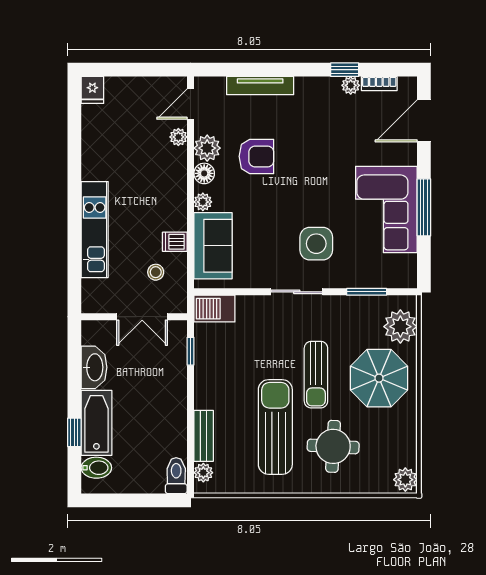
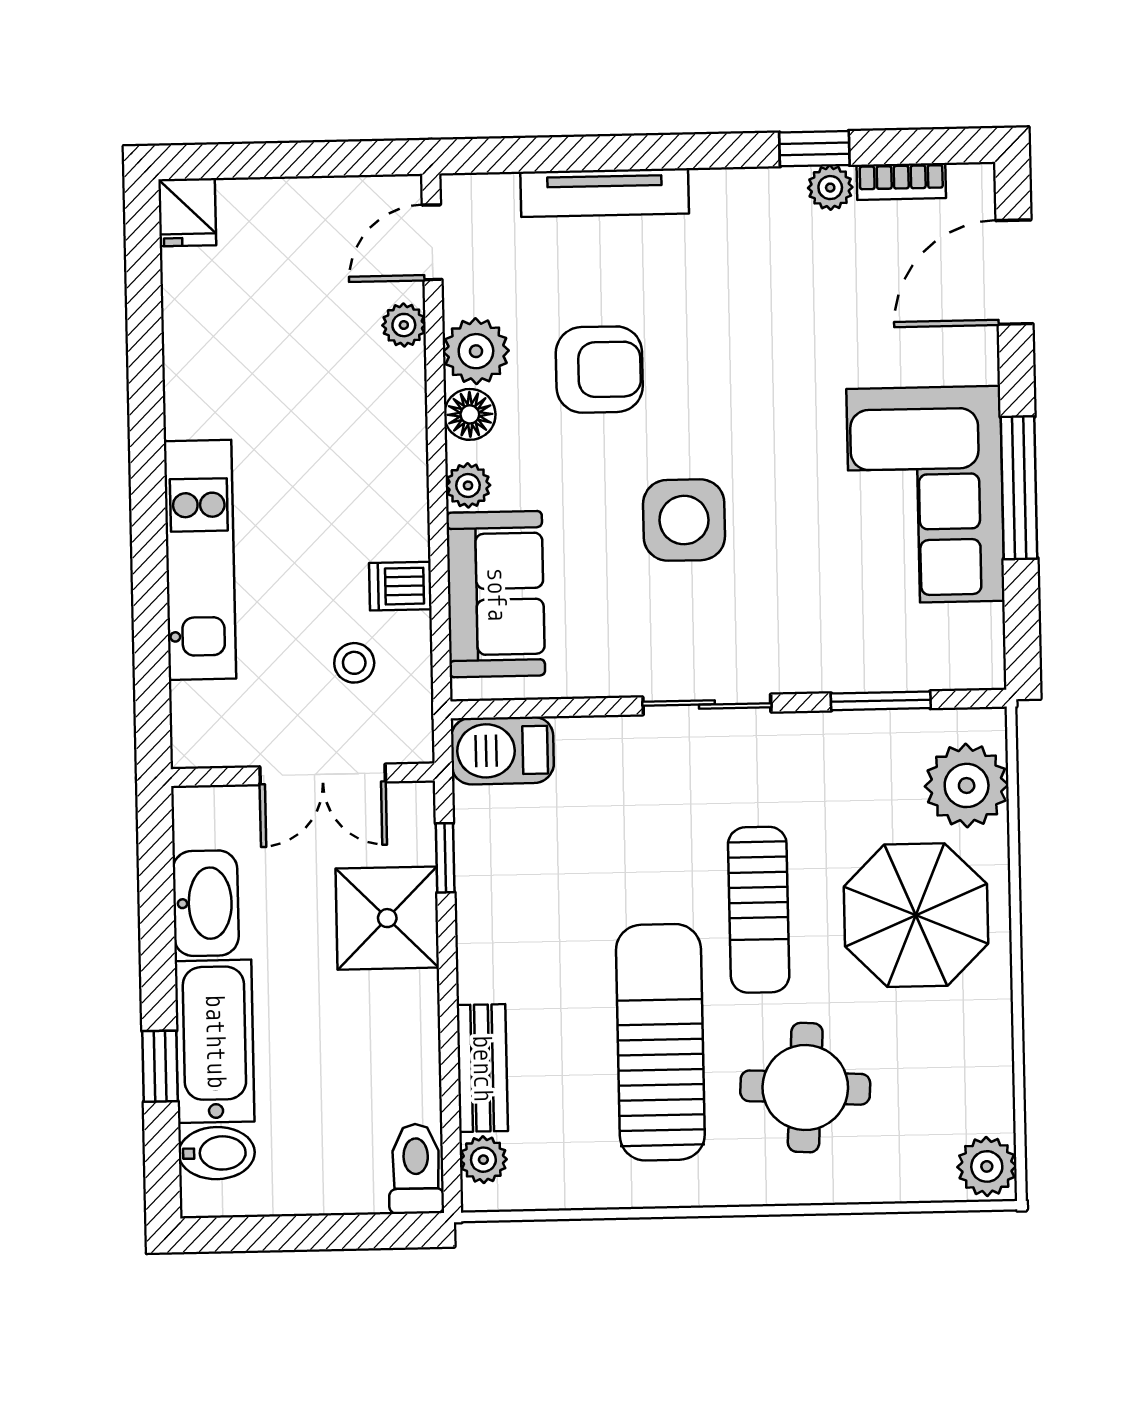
side table: (316, 244) -> (684, 520), moved
shower: (167, 375) -> (387, 918), added

